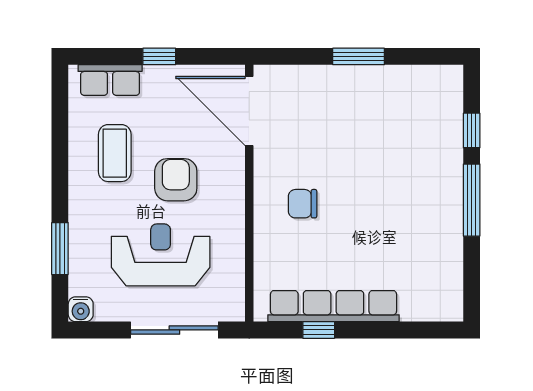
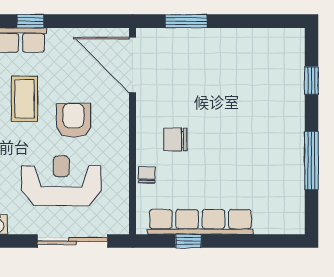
window: (159, 56) -> (30, 21), moved
window: (359, 56) -> (186, 21), moved
window: (472, 200) -> (311, 161), moved
chair: (267, 248) -> (147, 175), added

